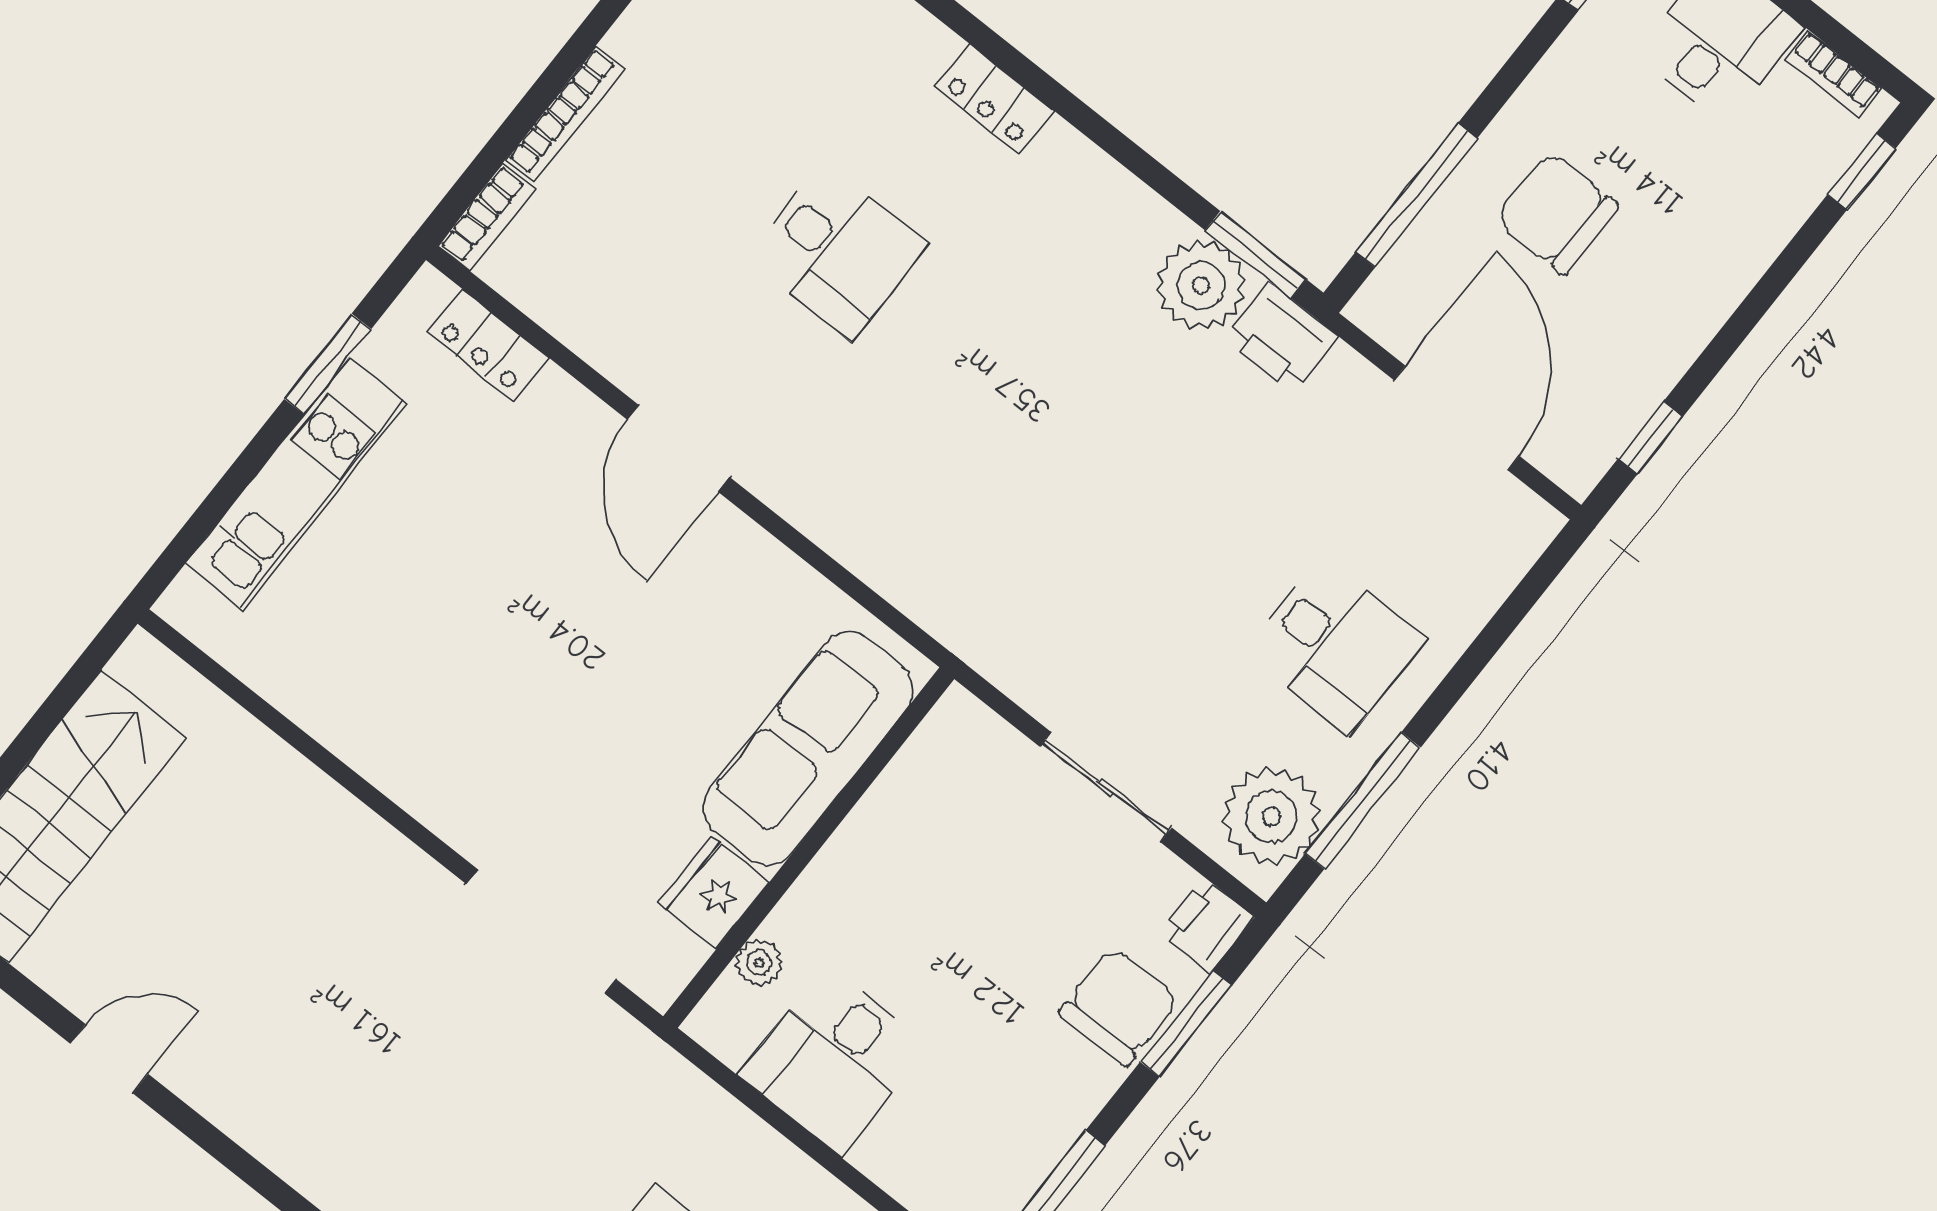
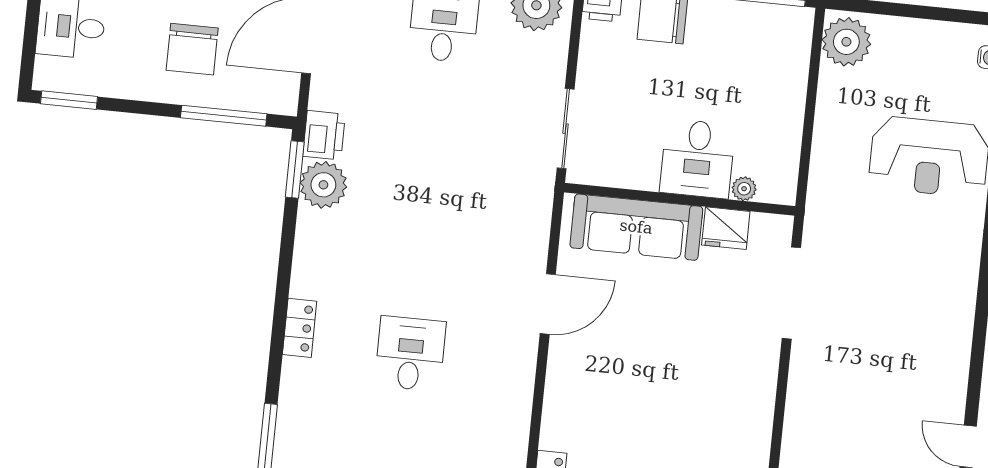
door: (678, 448) -> (548, 304), moved
sliding door: (1106, 787) -> (566, 129), moved
desk: (834, 1060) -> (697, 159), moved, turned 90

